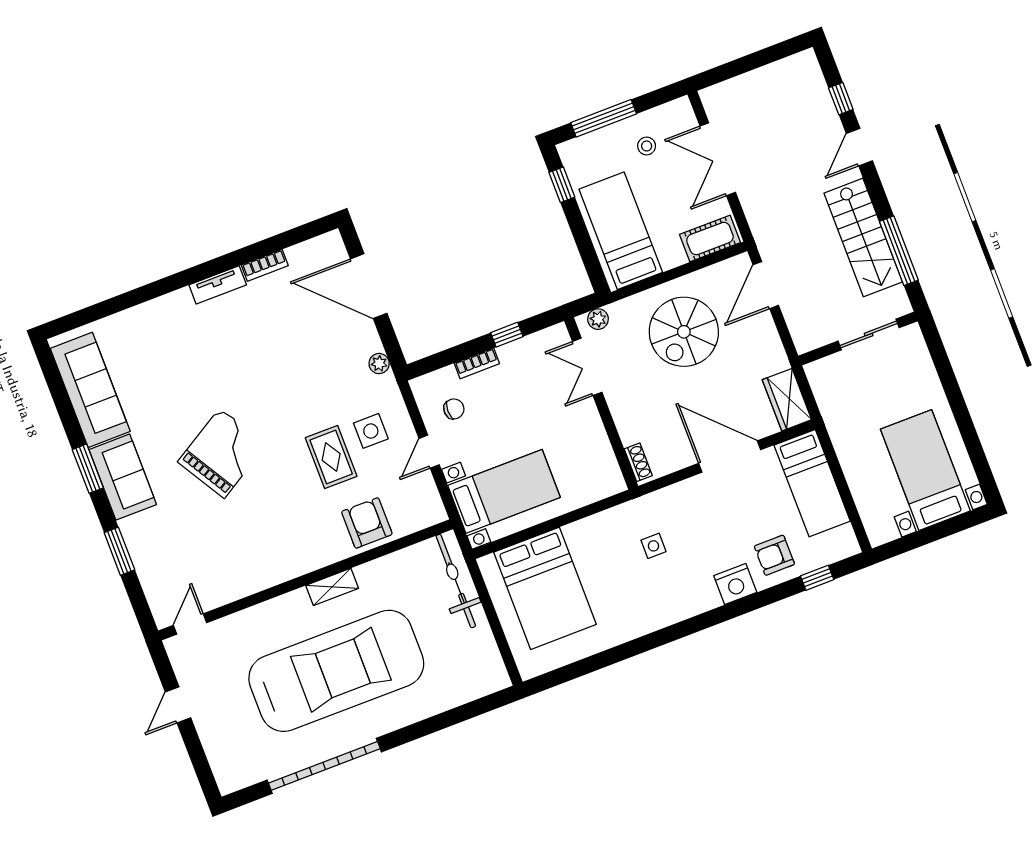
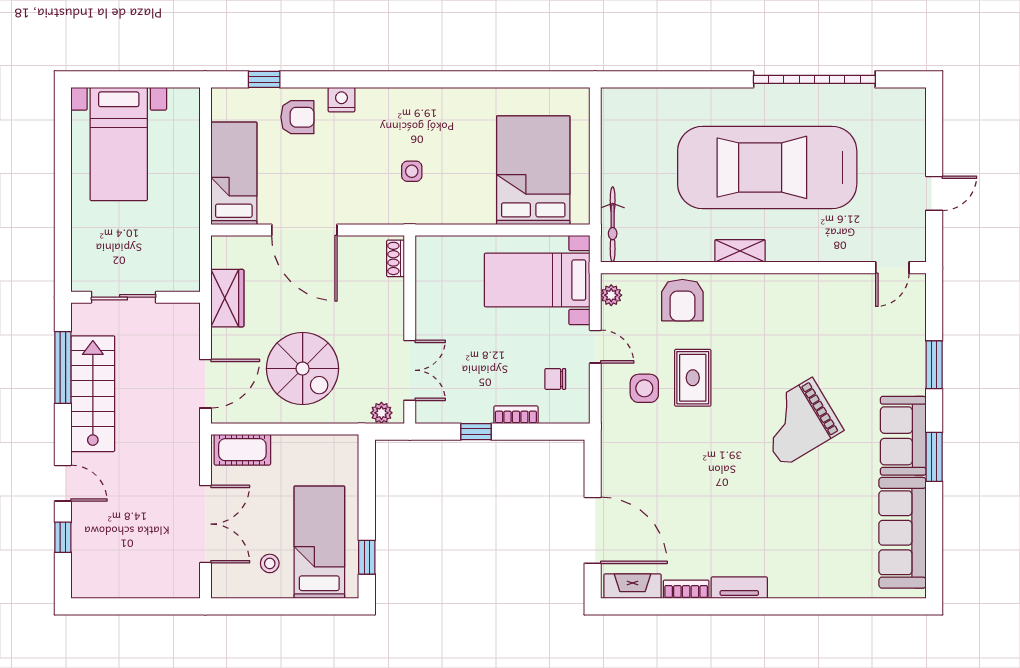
window: (604, 118) -> (301, 606), removed
door: (859, 147) -> (63, 483), hinge flipped
bed: (621, 231) -> (319, 542), moved, turned 180
fireplace: (314, 250) -> (633, 586), added
spiral stairs: (684, 332) -> (303, 369), turned 90
plant: (379, 364) -> (611, 295), moved
wardrobe: (787, 400) -> (227, 298), moved
door: (429, 452) -> (595, 347), hinge flipped
bicycle: (456, 581) -> (613, 224), width x0.73, depth x0.71
nightstand: (735, 584) -> (341, 100), width x0.74, depth x0.75

